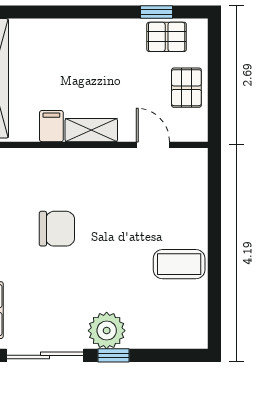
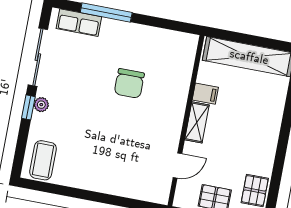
window: (156, 12) -> (274, 187), removed
coffee table: (179, 264) -> (43, 160), moved
plant: (107, 331) -> (41, 105), width x0.53, depth x0.53

